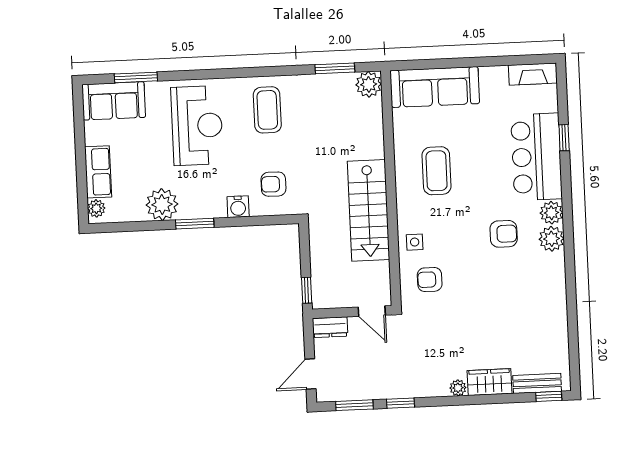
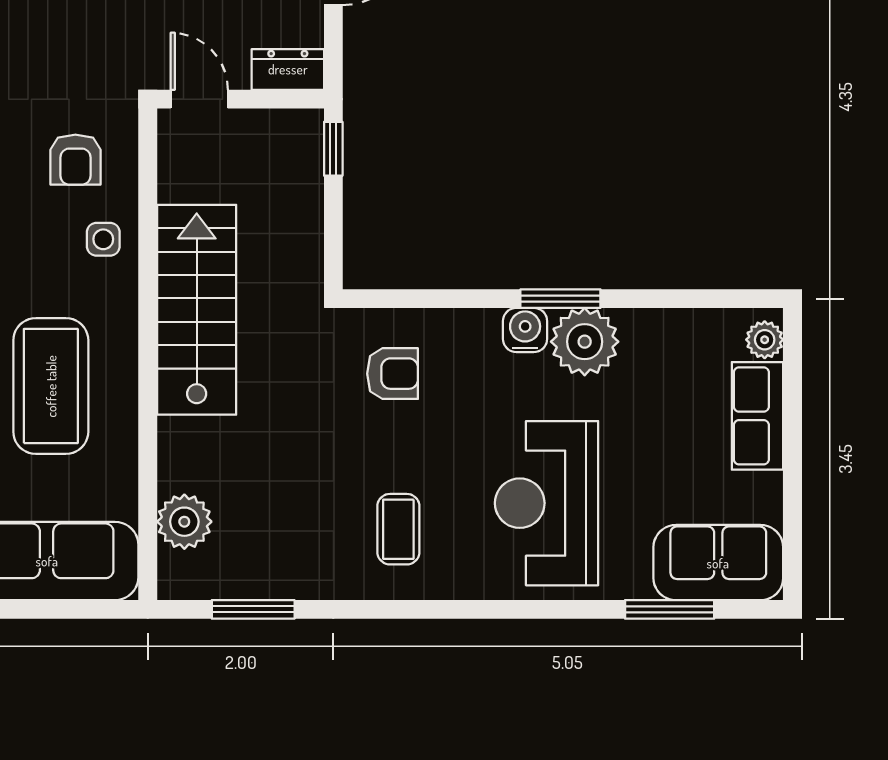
plant: (369, 84) -> (184, 522), moved
coffee table: (267, 110) -> (398, 529), width x0.73, depth x0.77
coffee table: (437, 171) -> (51, 386), width x1.36, depth x1.32
plant: (162, 204) -> (585, 342), moved
water cooler: (238, 207) -> (525, 330), moved
armchair: (430, 280) -> (75, 160), turned 90

